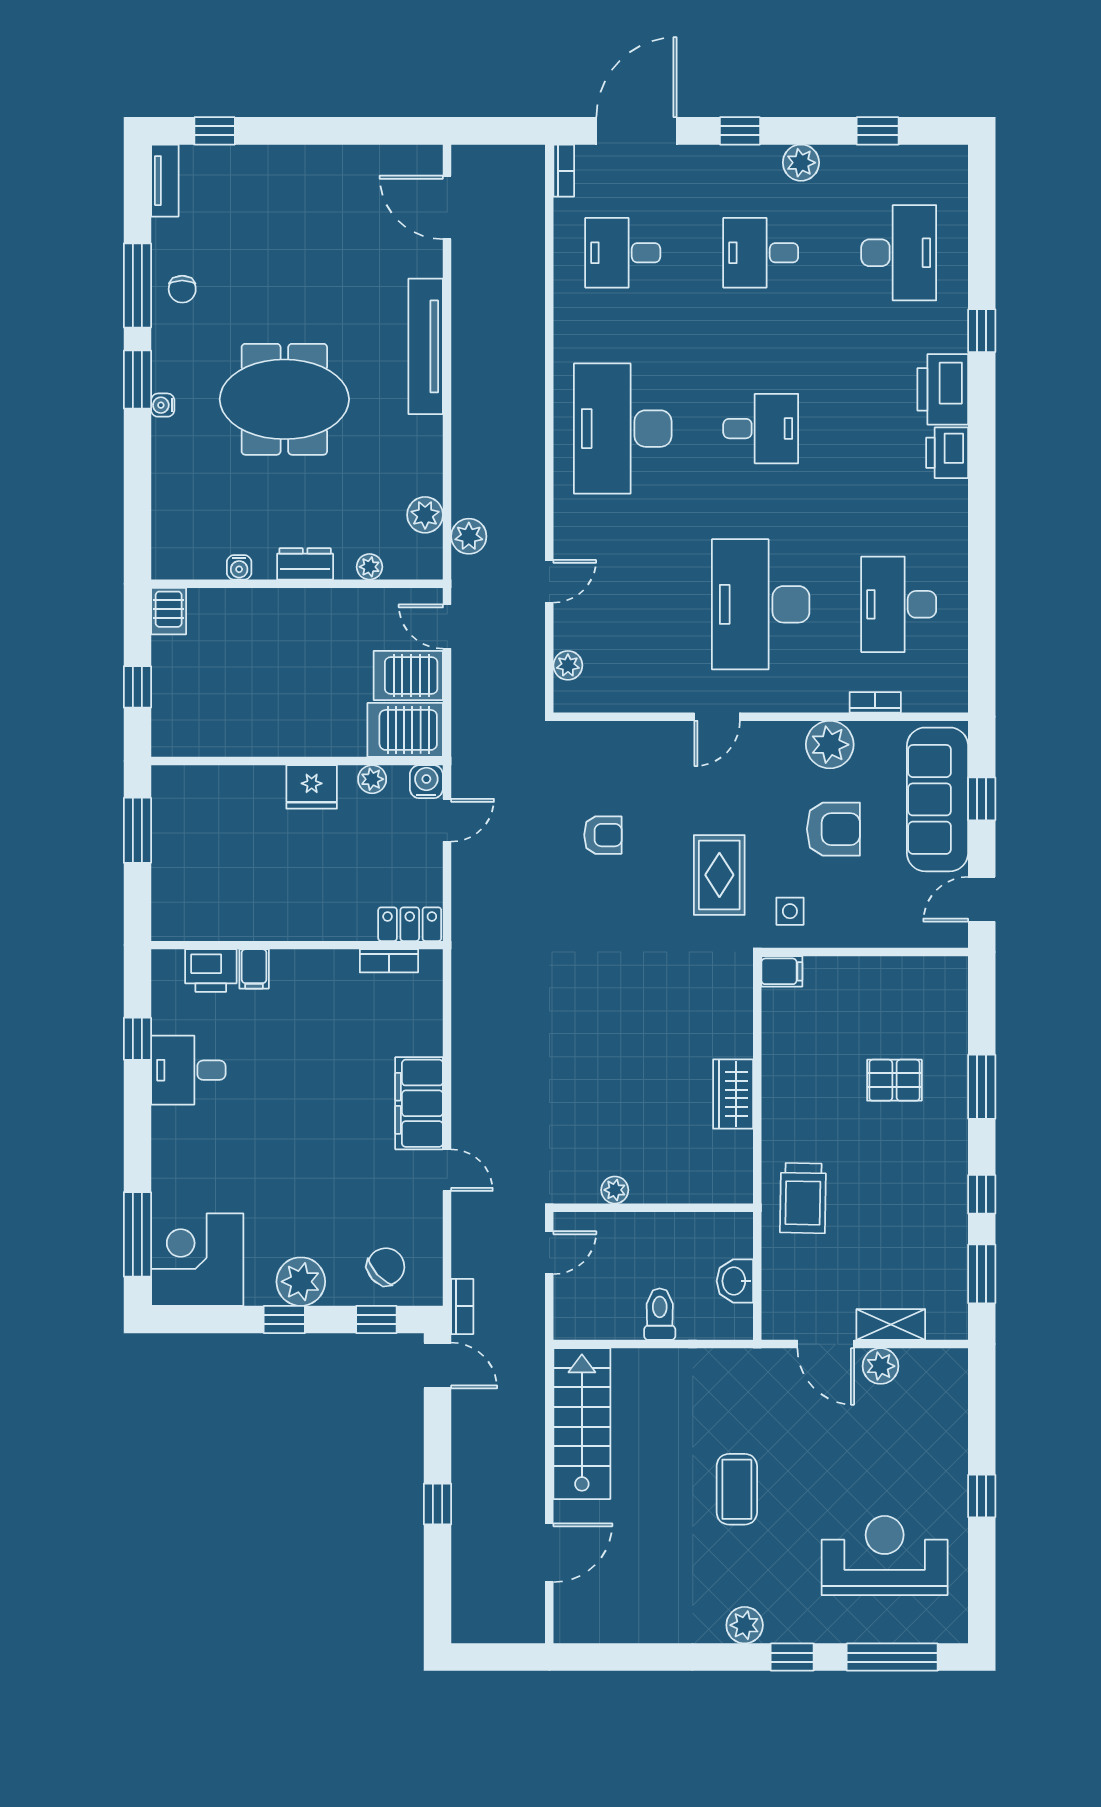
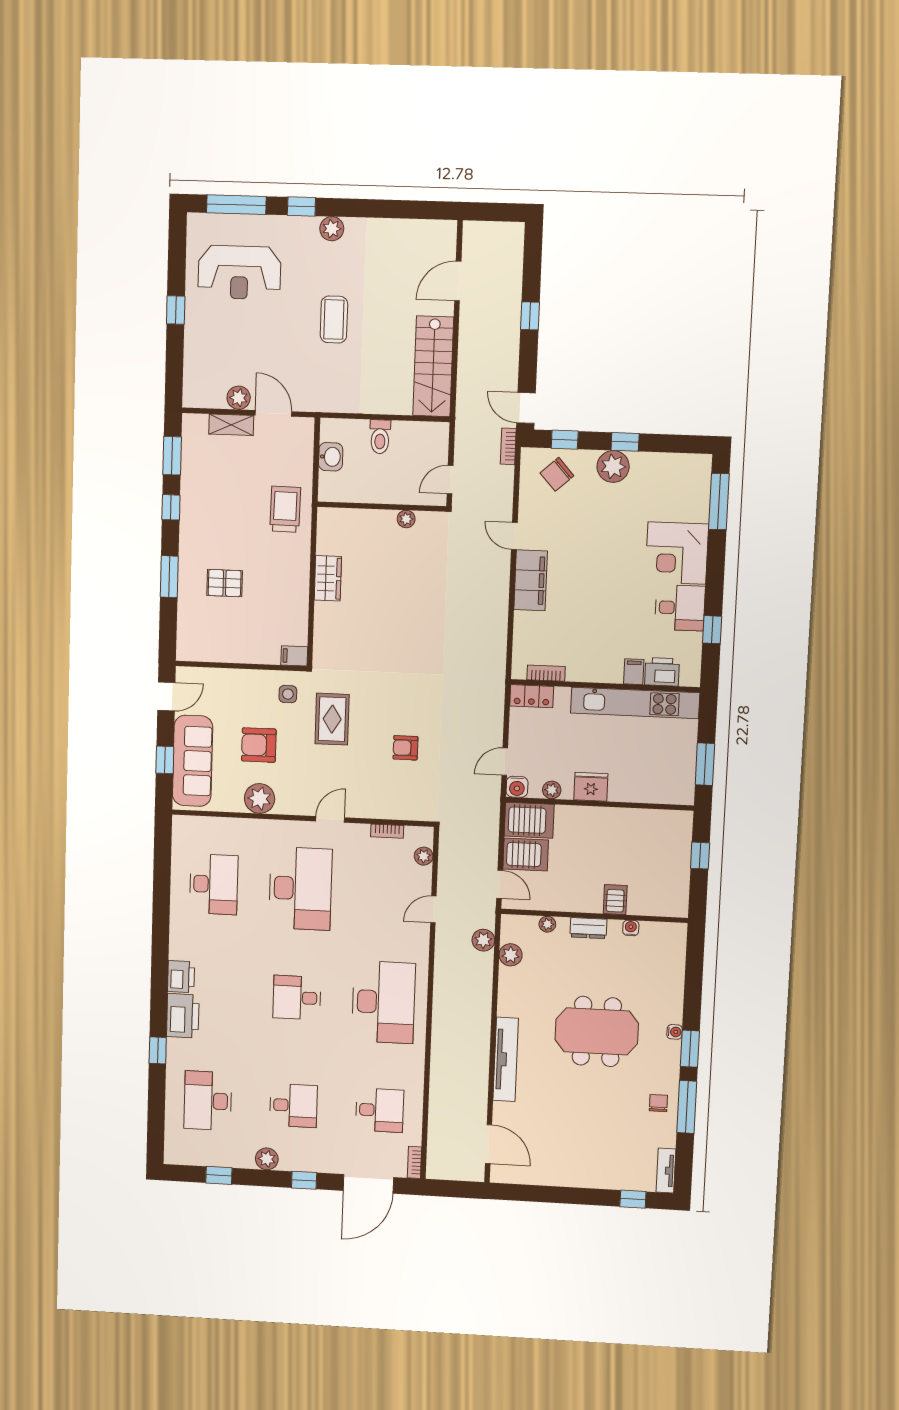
server rack: (169, 611) -> (615, 900), moved
bookcase: (875, 702) -> (387, 831), moved
kitchen unit: (250, 921) -> (635, 703), added
corner desk: (197, 1260) -> (677, 553), moved, turned 90

